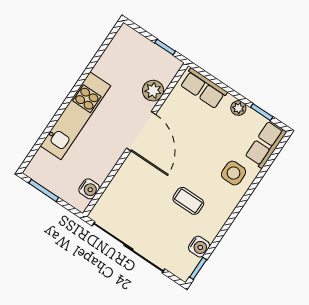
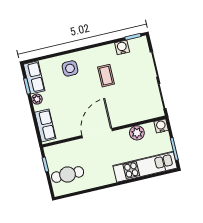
cafe table: (132, 58) -> (68, 175), added
plant: (153, 91) -> (137, 133), moved
kitchen unit: (75, 116) -> (145, 167), moved
row of seats: (266, 144) -> (34, 77), moved, turned -90
water cooler: (89, 189) -> (161, 126), moved

